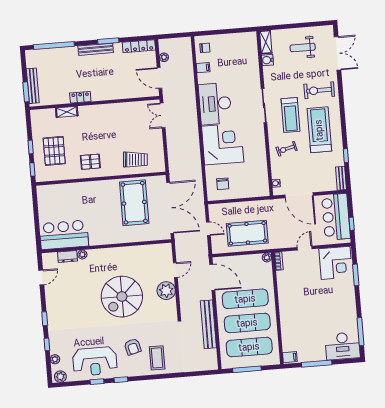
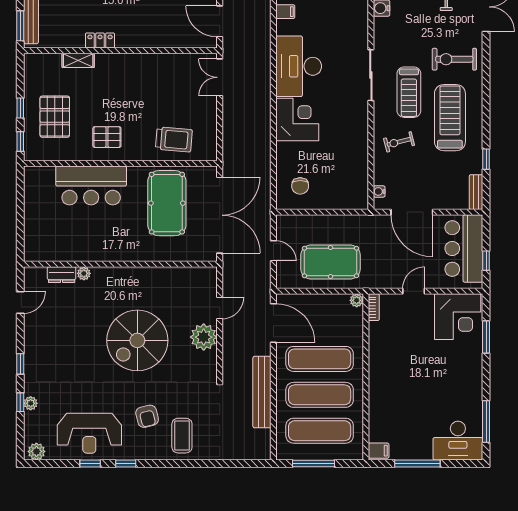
corner desk: (223, 144) -> (297, 119), width x0.74, depth x0.74
bar counter: (64, 235) -> (91, 185), moved, turned 180
plant: (55, 359) -> (31, 403), moved

